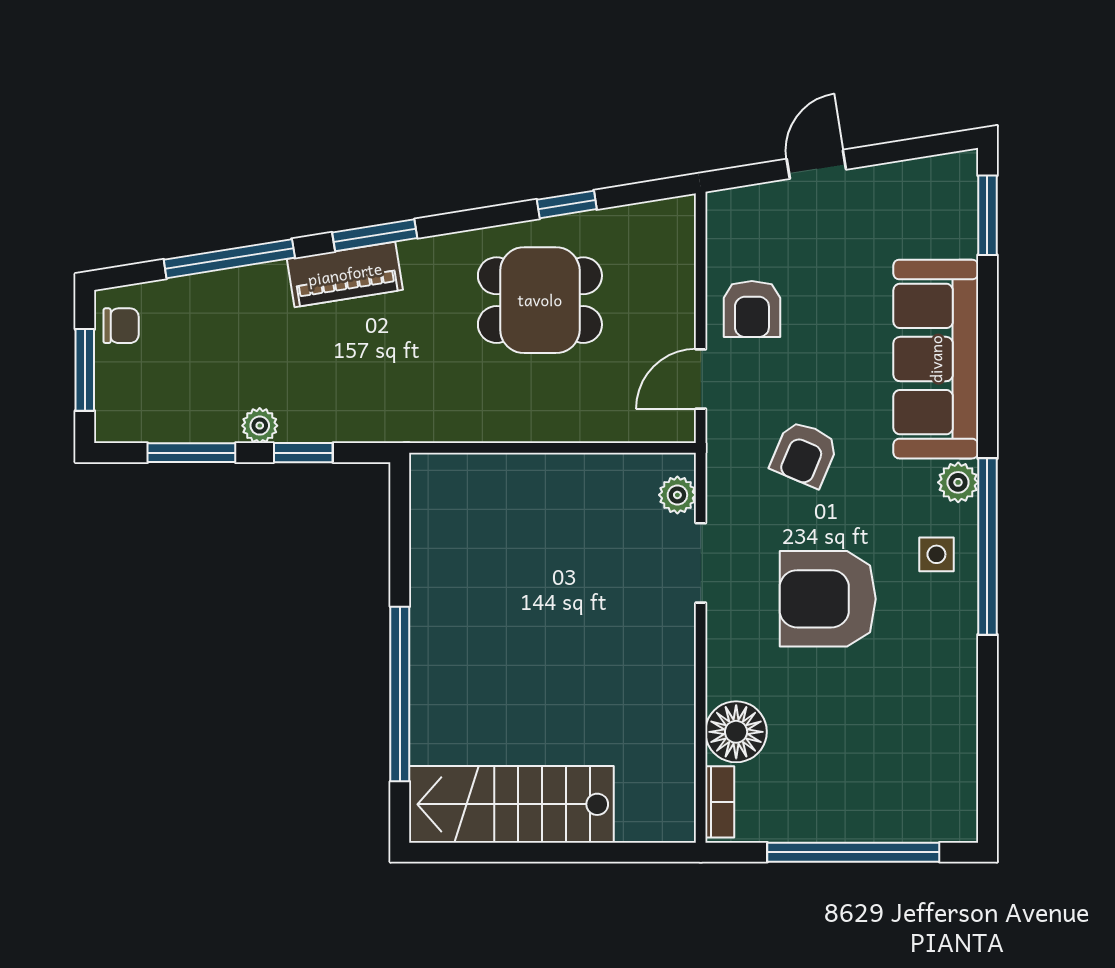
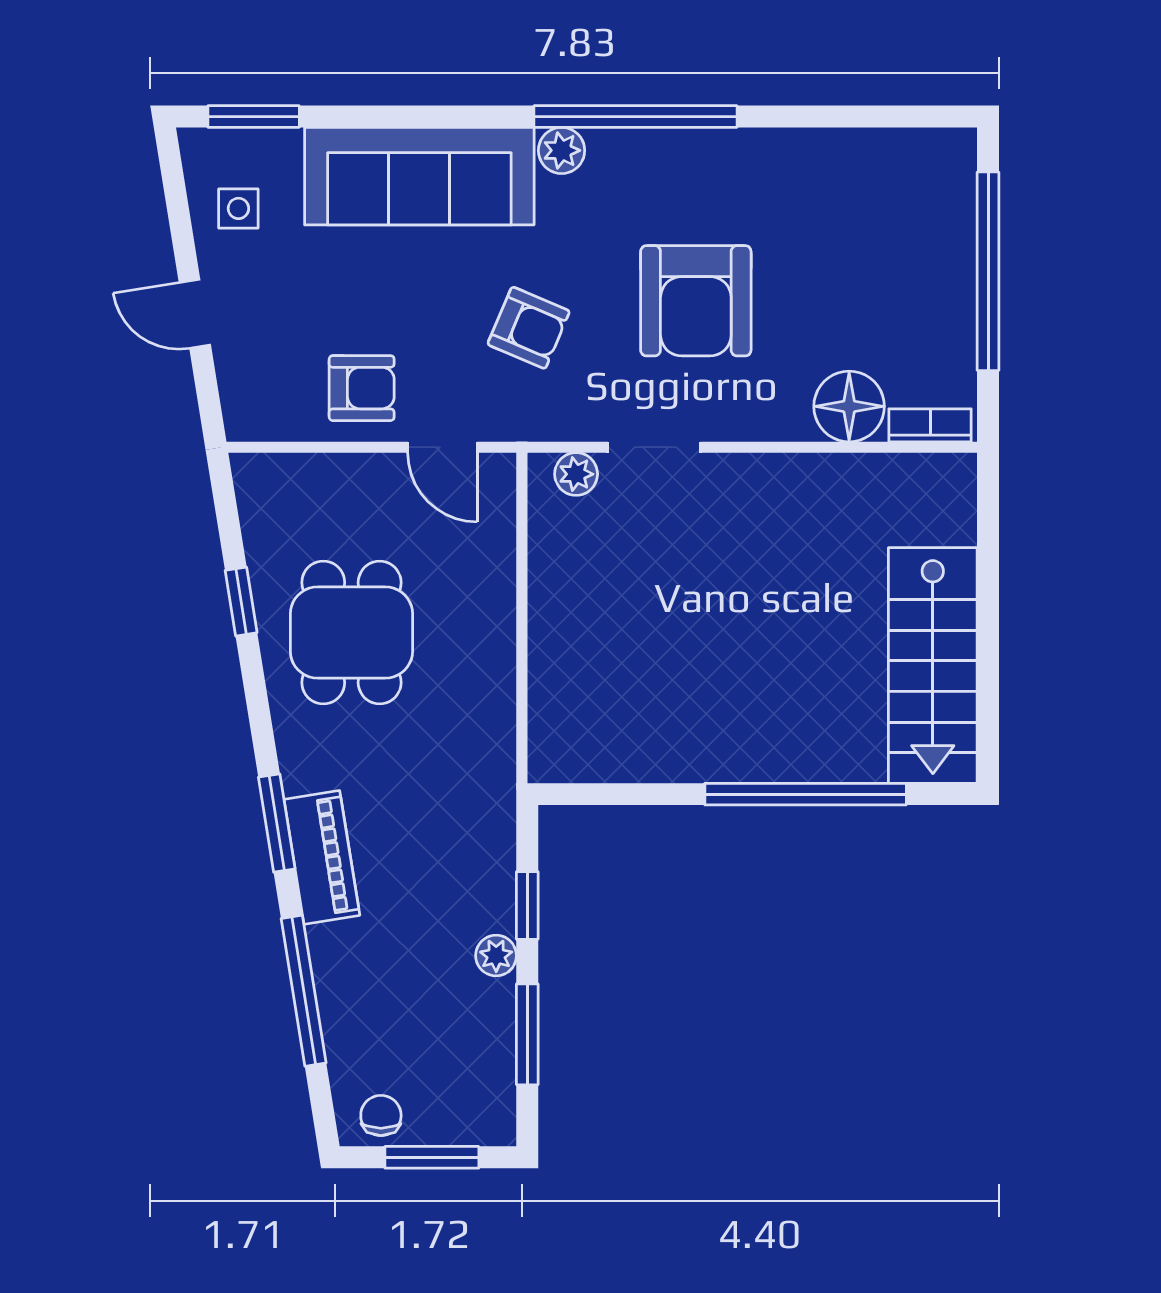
side table: (936, 554) -> (238, 208), moved

